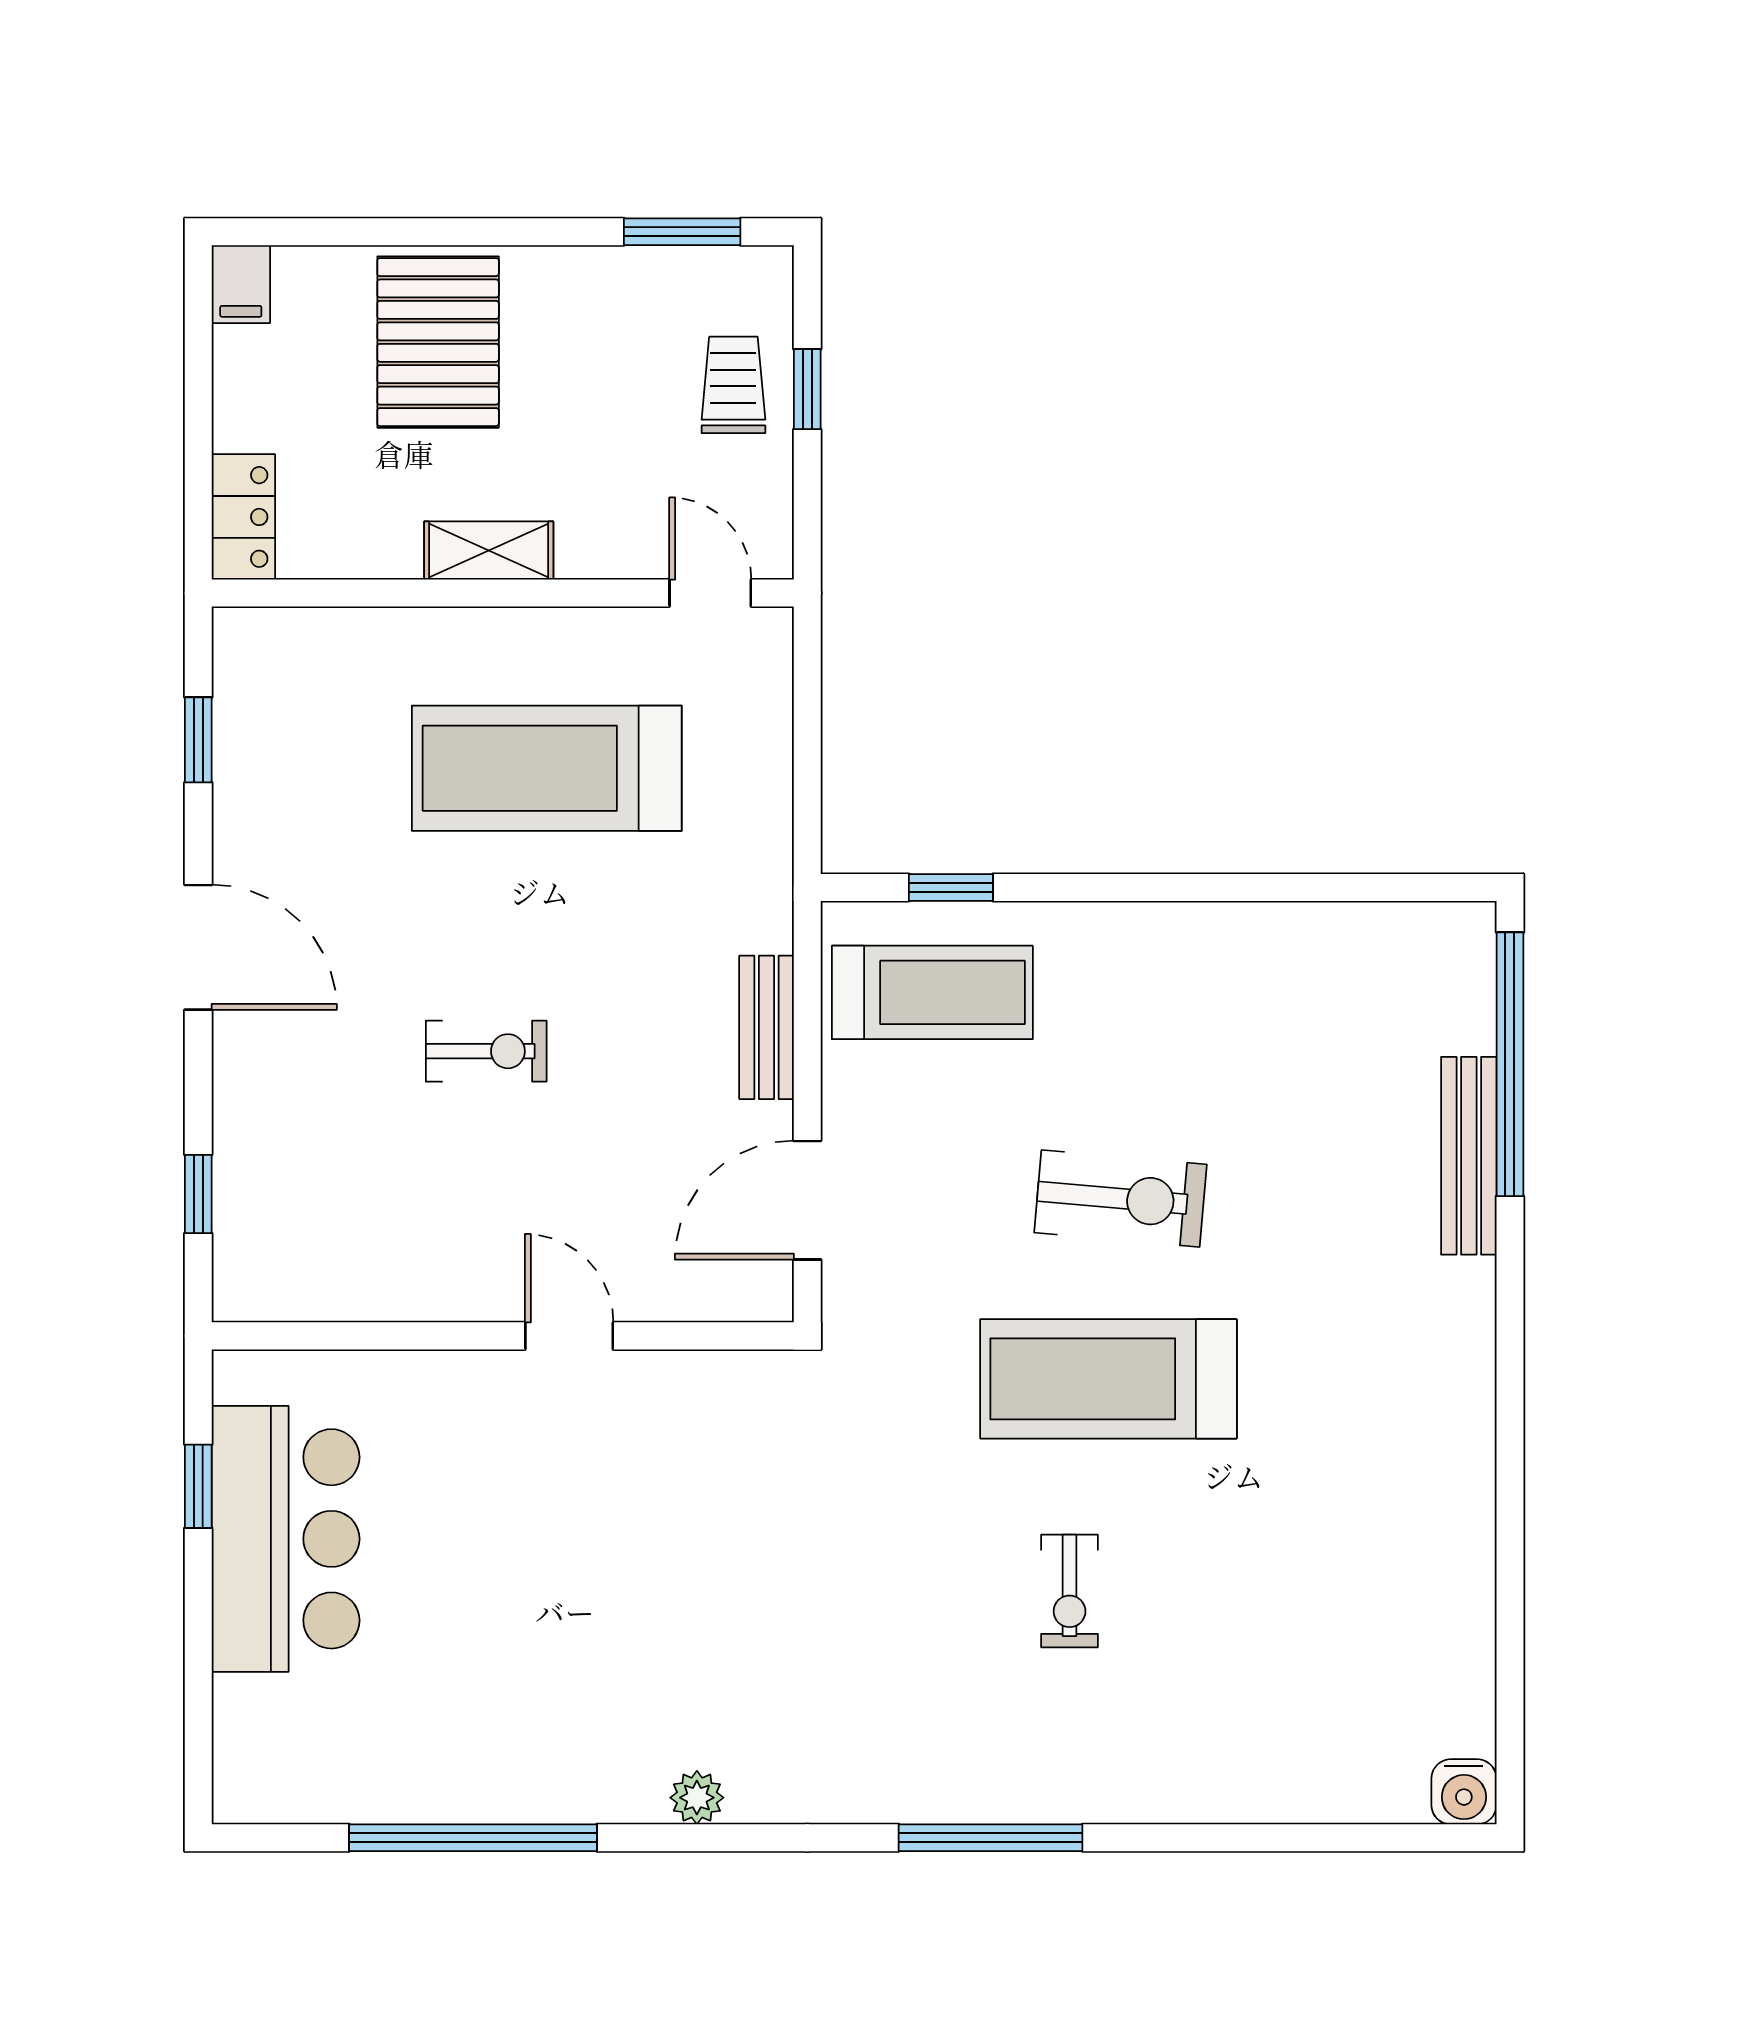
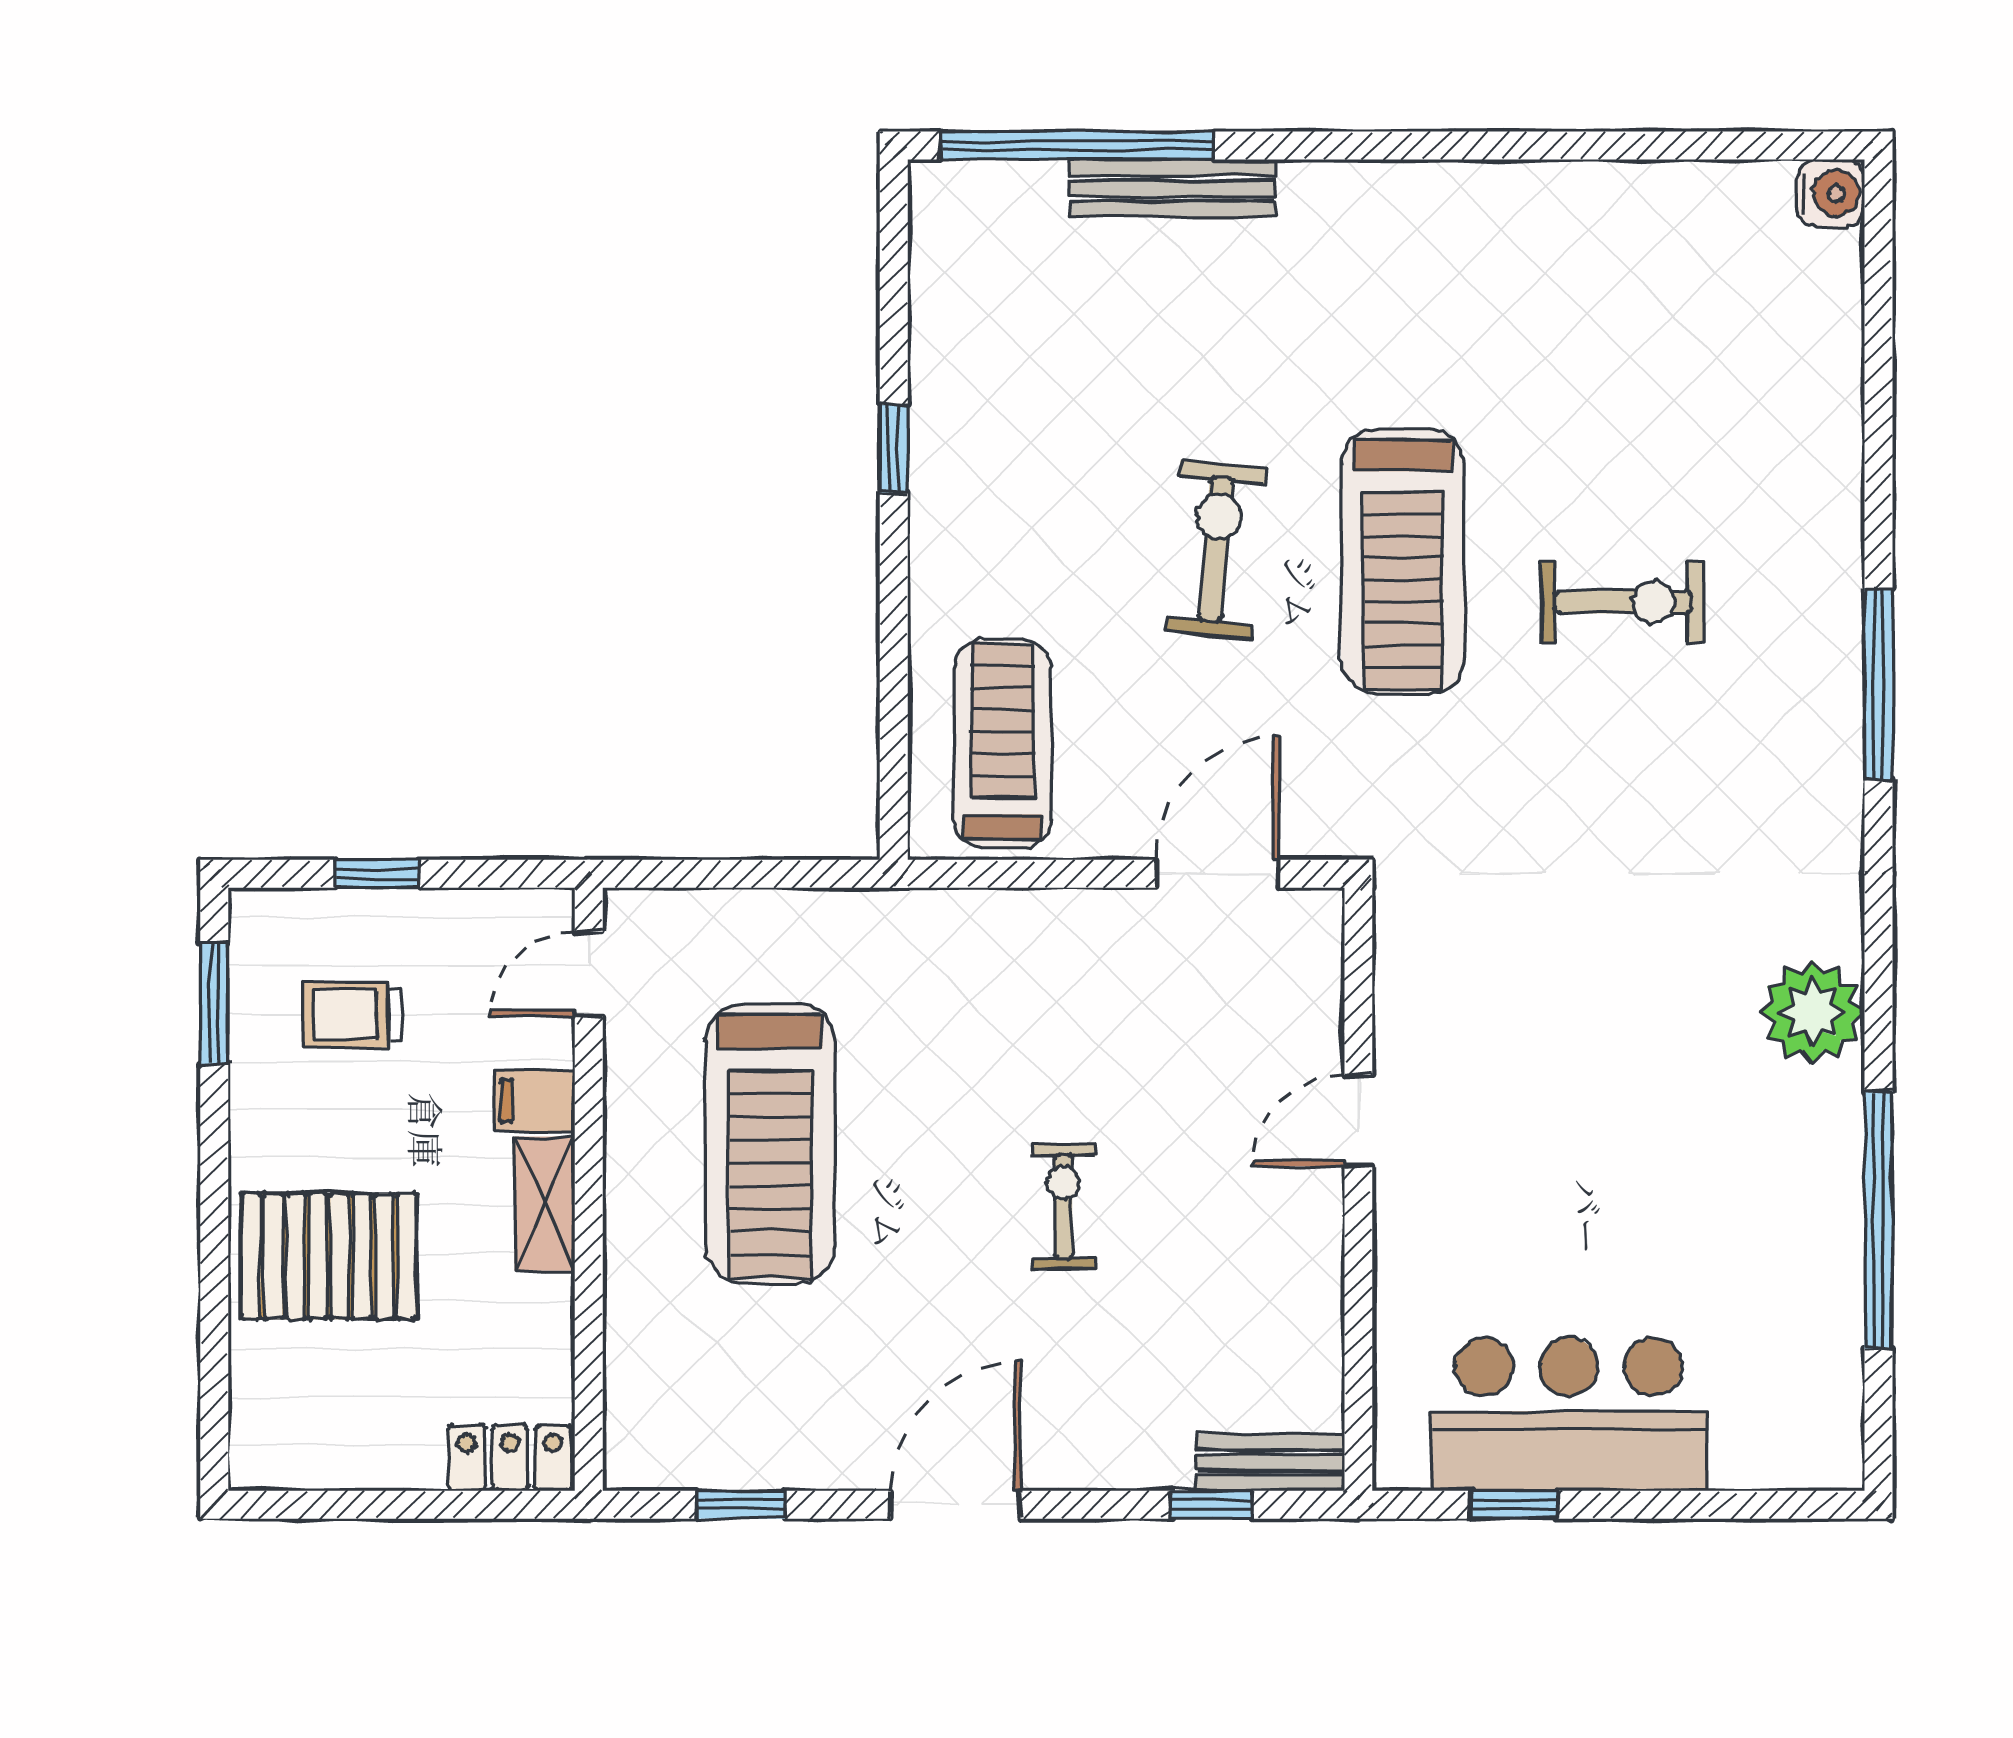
filing cabinet: (241, 284) -> (534, 1101), moved, turned 180
trolley: (733, 385) -> (352, 1015), moved
window: (951, 888) -> (894, 449), moved
bench: (766, 1027) -> (1270, 1462), moved
door: (807, 1200) -> (1218, 874), swing flipped
exercise bike: (1070, 1591) -> (1623, 602), width x1.38, depth x1.39
plant: (697, 1798) -> (1812, 1012), width x1.87, depth x1.87

